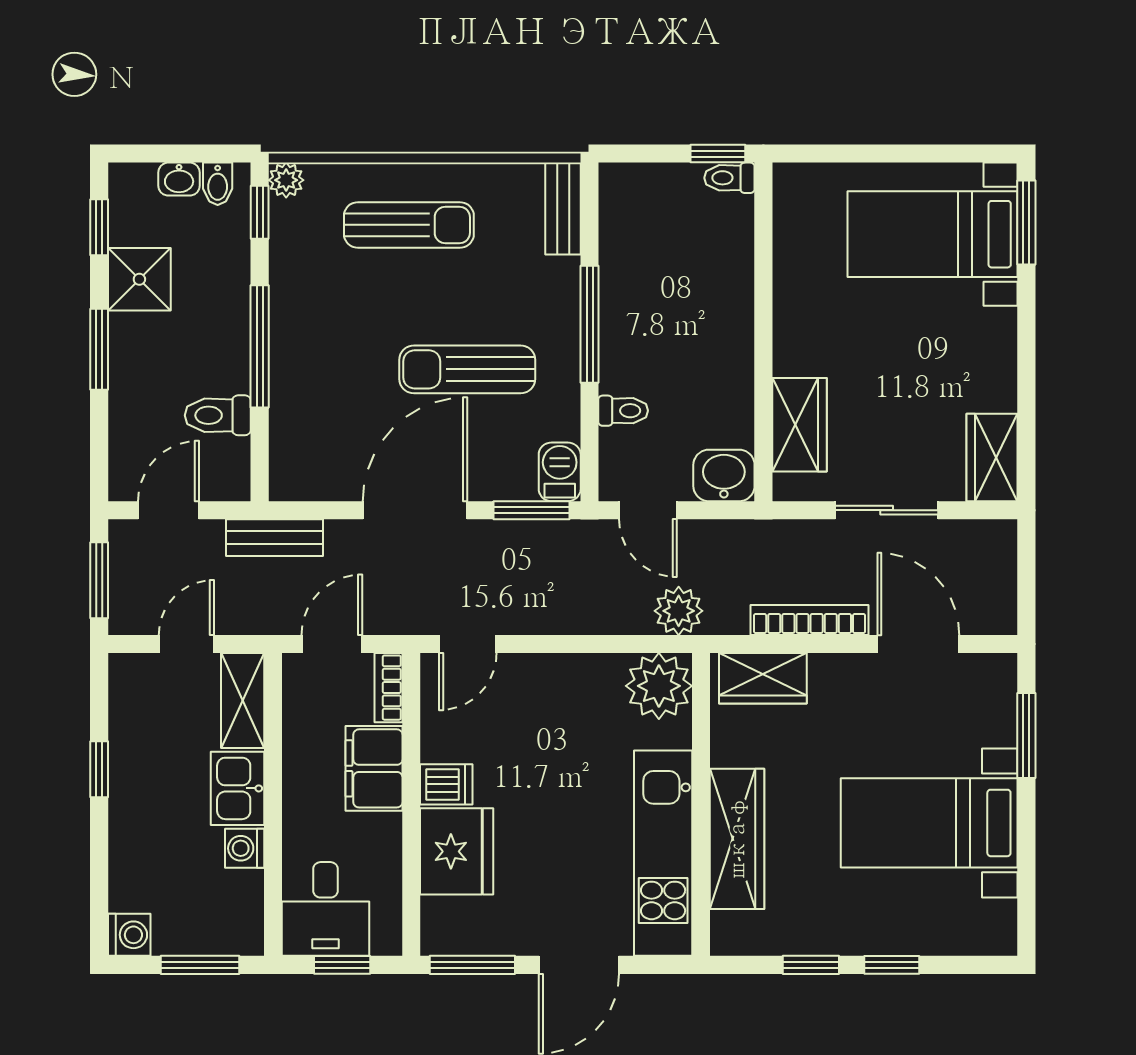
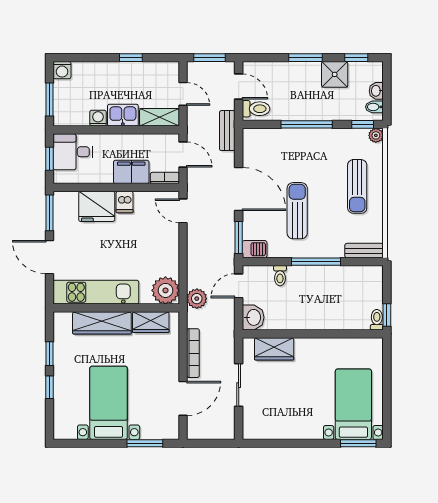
toilet: (218, 415) -> (256, 109), moved, turned 90
wardrobe: (992, 457) -> (261, 429), removed
wardrobe: (763, 678) -> (151, 322), moved, turned -90

